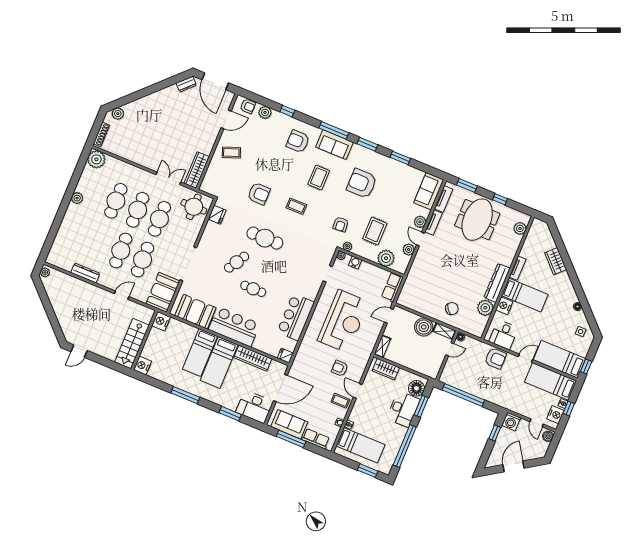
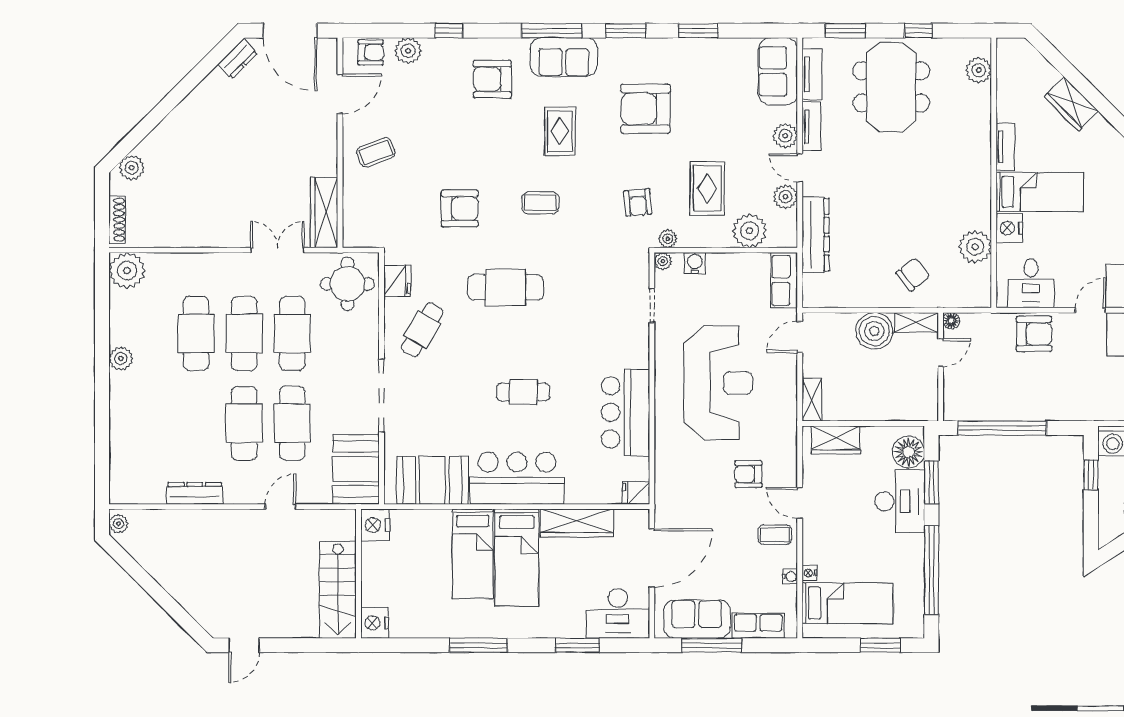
cafe table: (237, 262) -> (422, 330), moved
dresser: (497, 283) -> (816, 235), moved, turned 180

